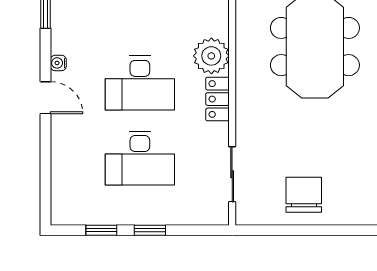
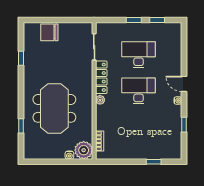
plant: (211, 56) -> (100, 100), width x0.53, depth x0.53
locker: (218, 99) -> (101, 77), width x1.53
chair: (304, 195) -> (49, 32), moved, turned 90

